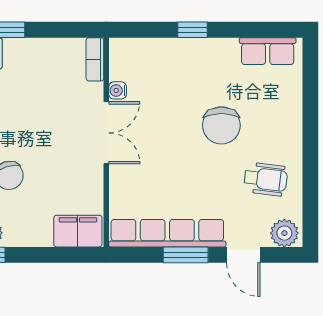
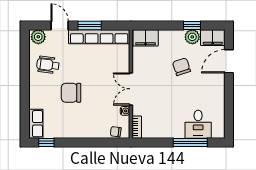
window: (193, 30) -> (46, 142), moved
chair: (135, 50) -> (116, 132), added
row of seats: (268, 51) -> (36, 124), moved, turned 90
chair: (221, 125) -> (71, 93), turned -90

